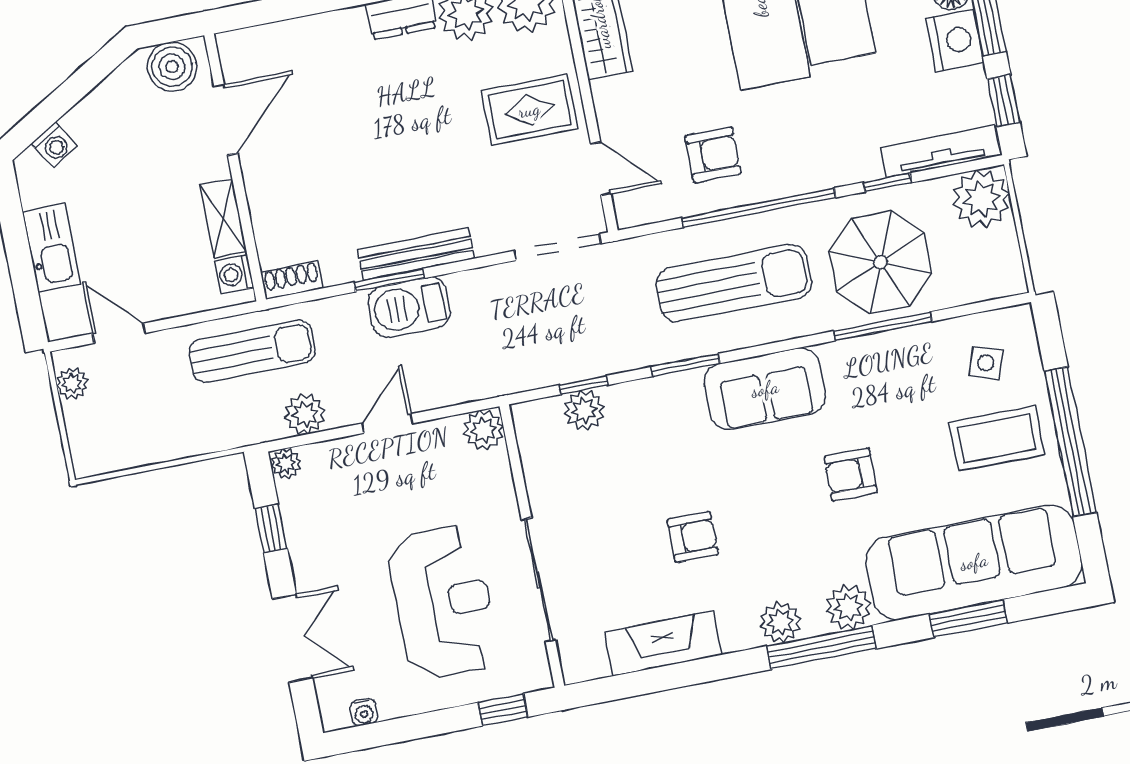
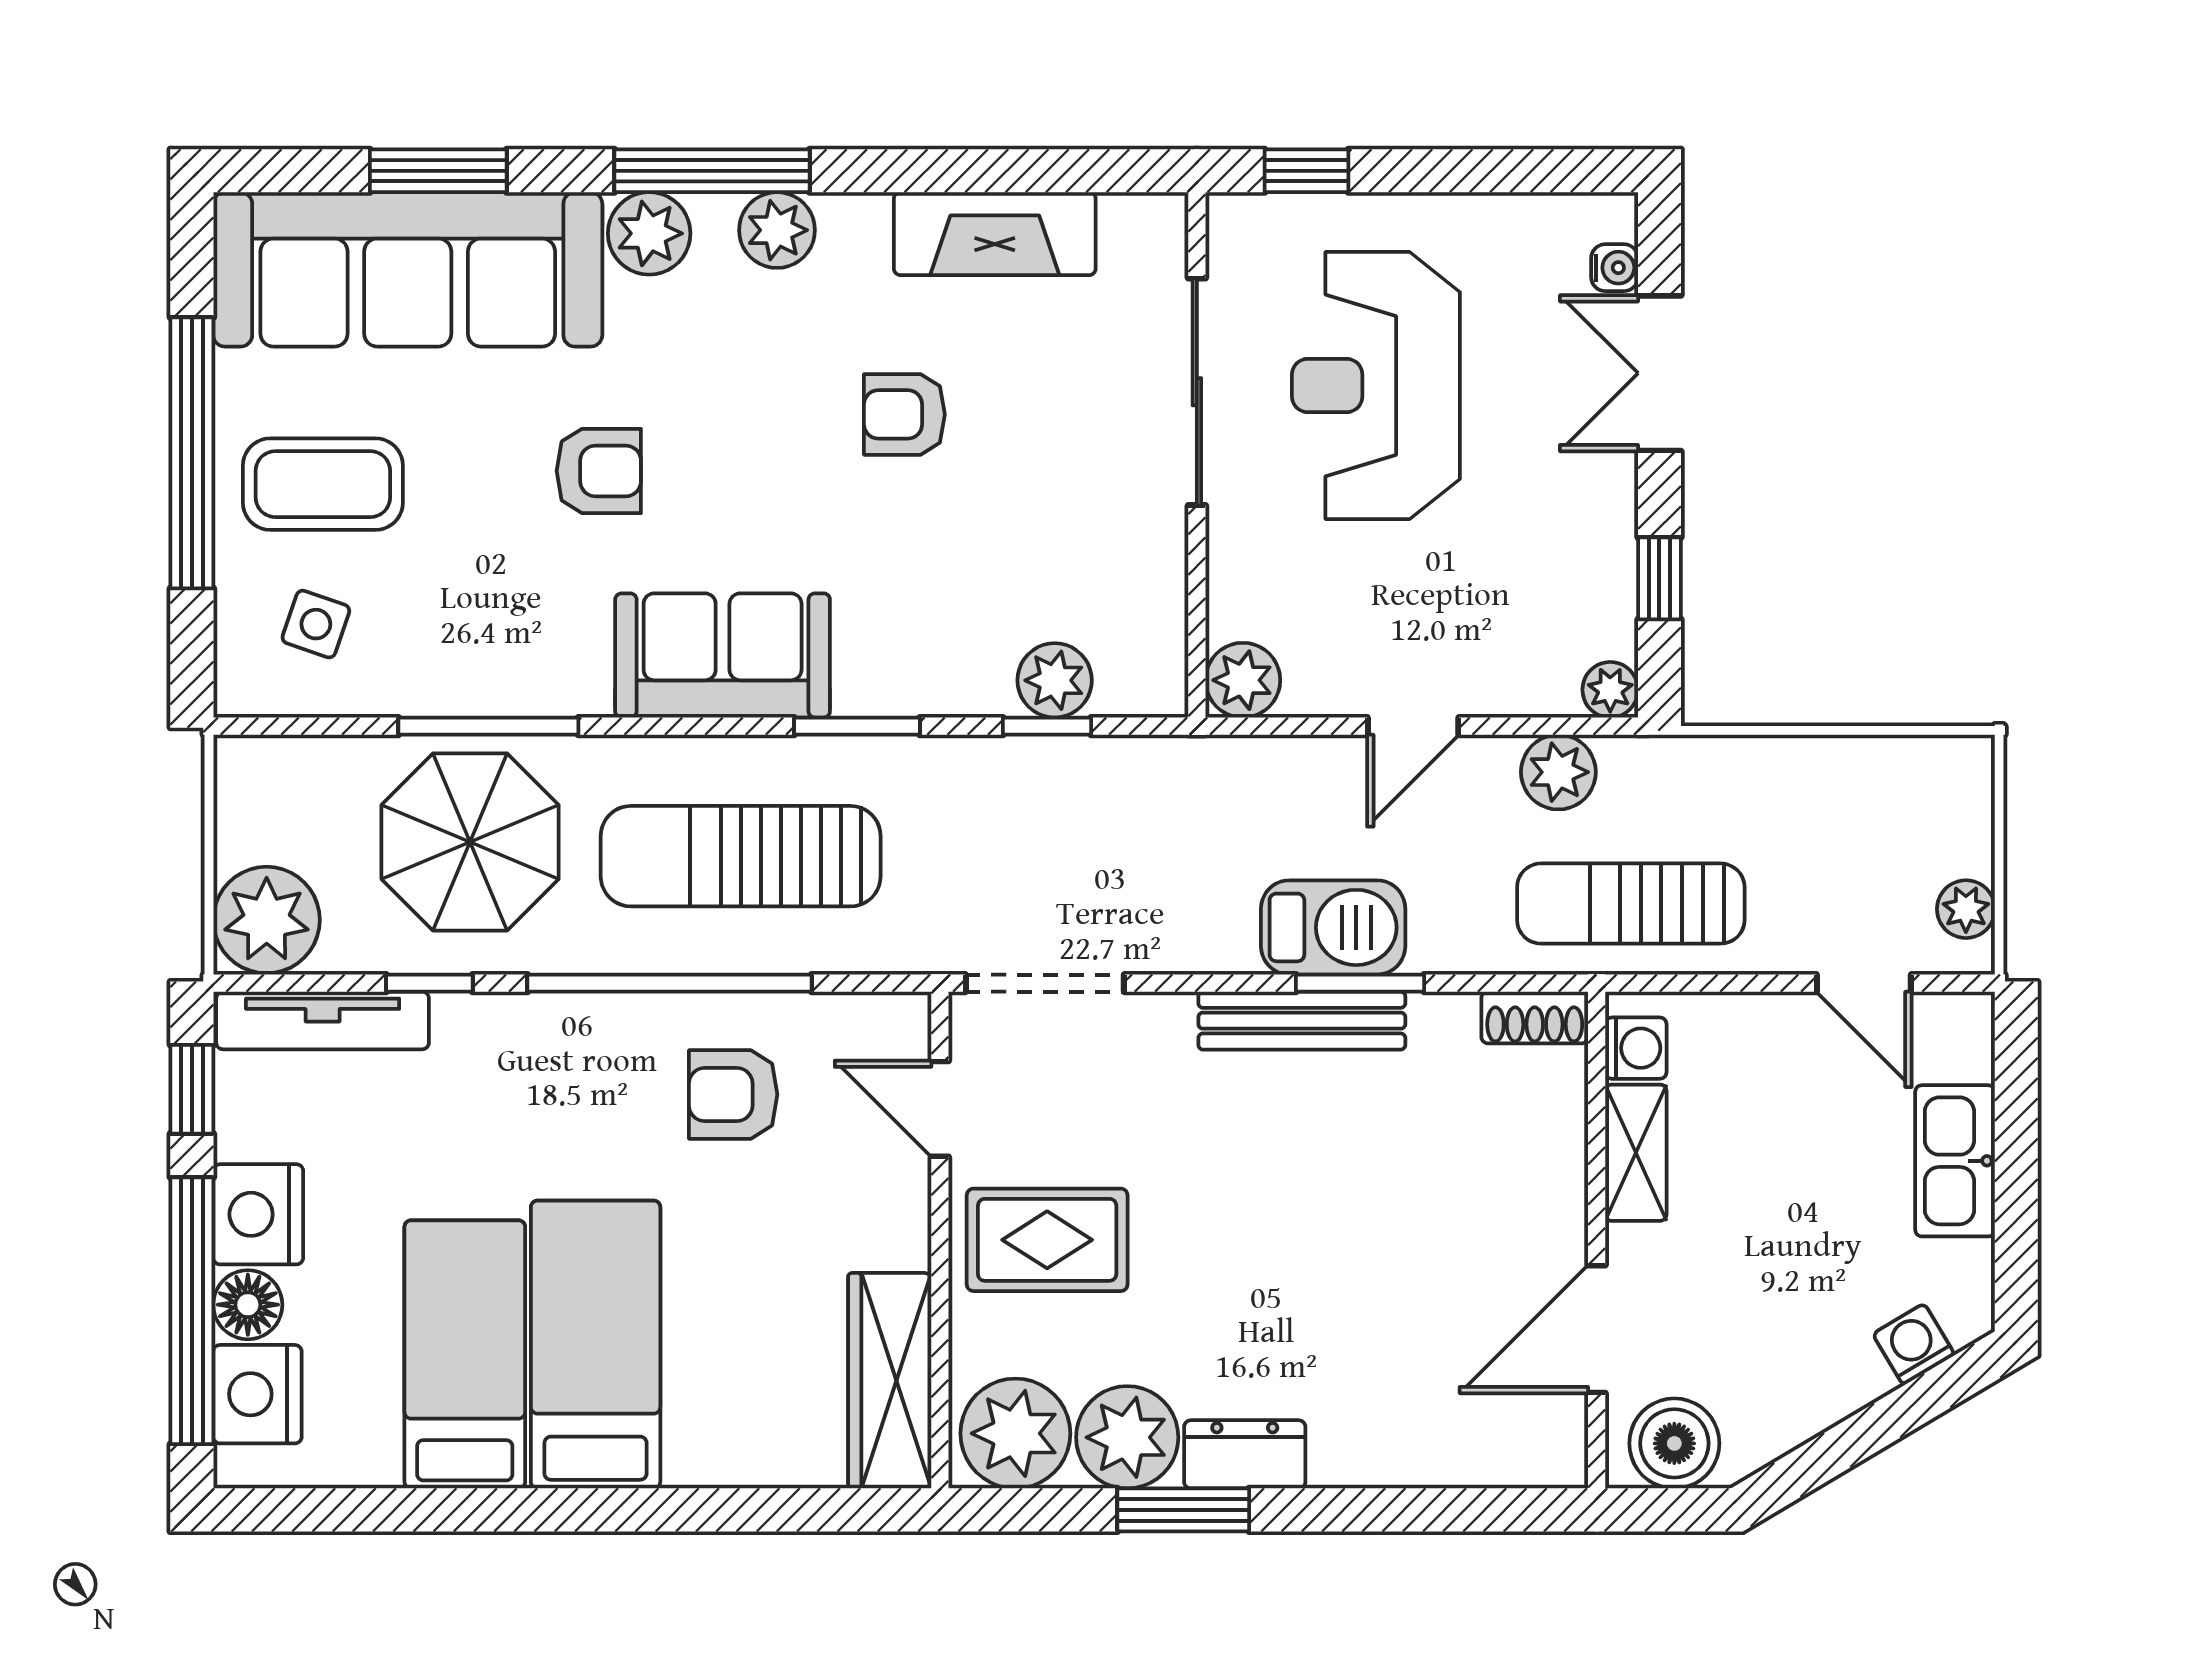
water cooler: (364, 712) -> (1615, 268), moved, turned 90

